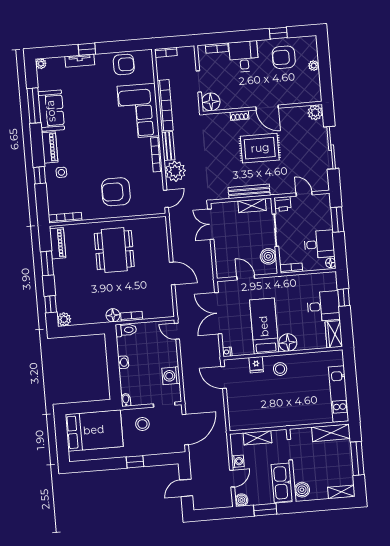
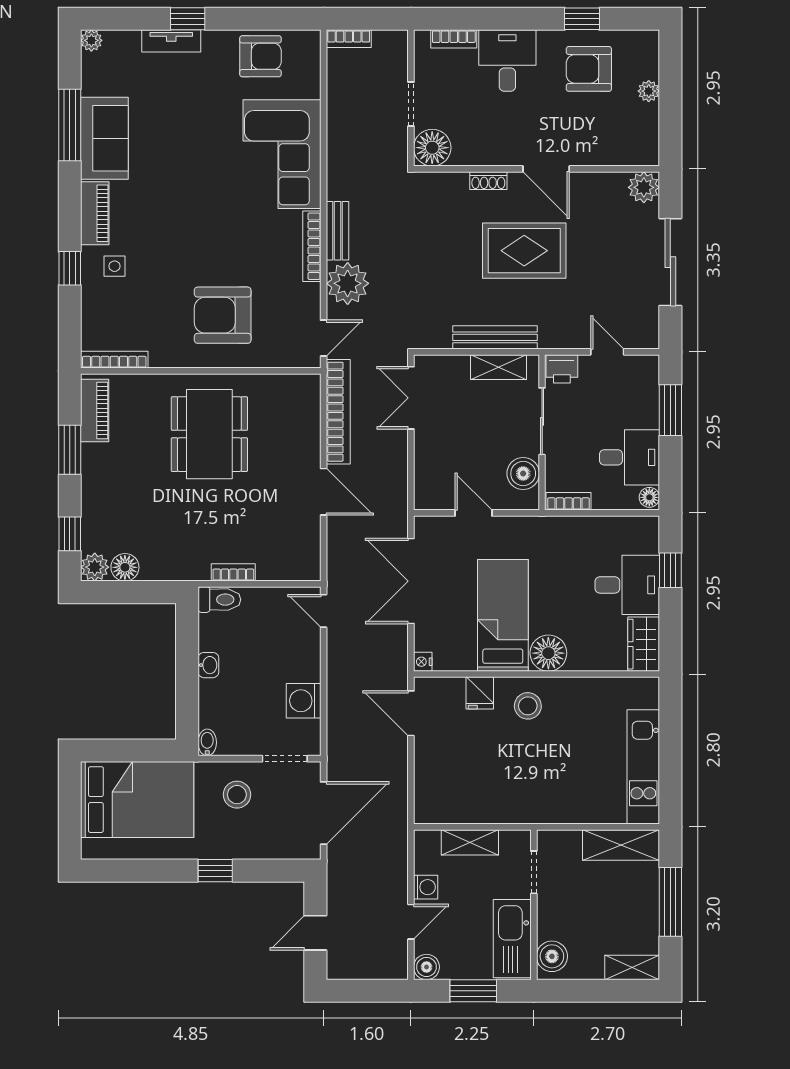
bookcase: (165, 105) -> (338, 412), moved
floor lamp: (113, 315) -> (125, 567), moved

